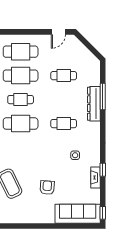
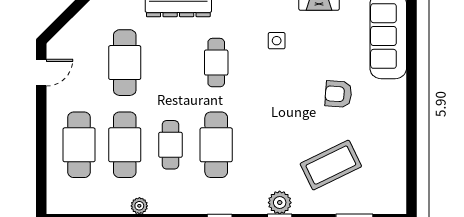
door: (58, 32) -> (41, 73), hinge flipped
cafe table: (64, 76) -> (125, 63), width x1.37, depth x1.35

